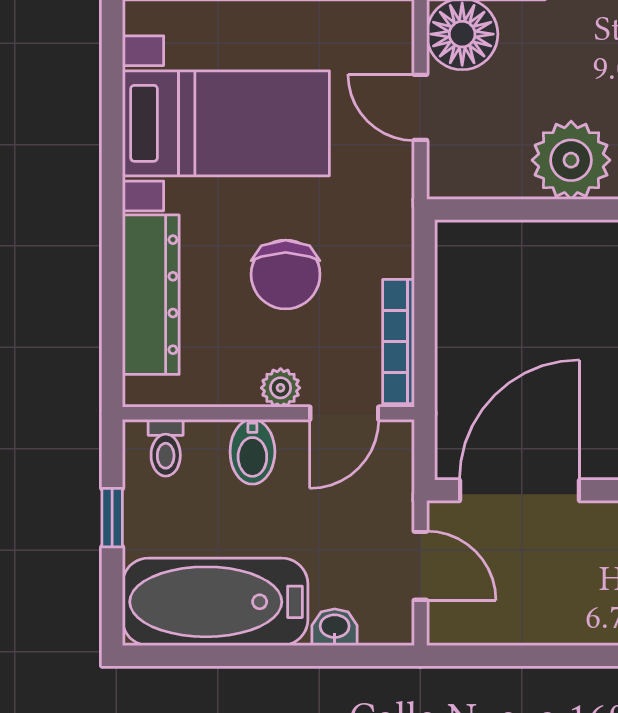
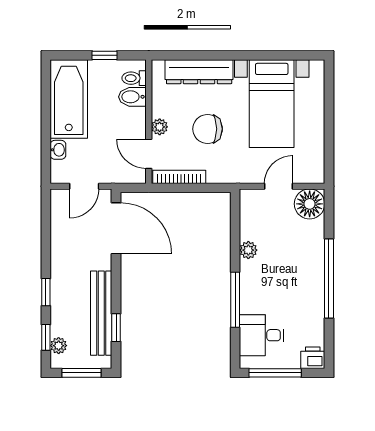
plant: (571, 160) -> (248, 250), width x0.53, depth x0.53
bidet: (252, 452) -> (132, 97), moved

